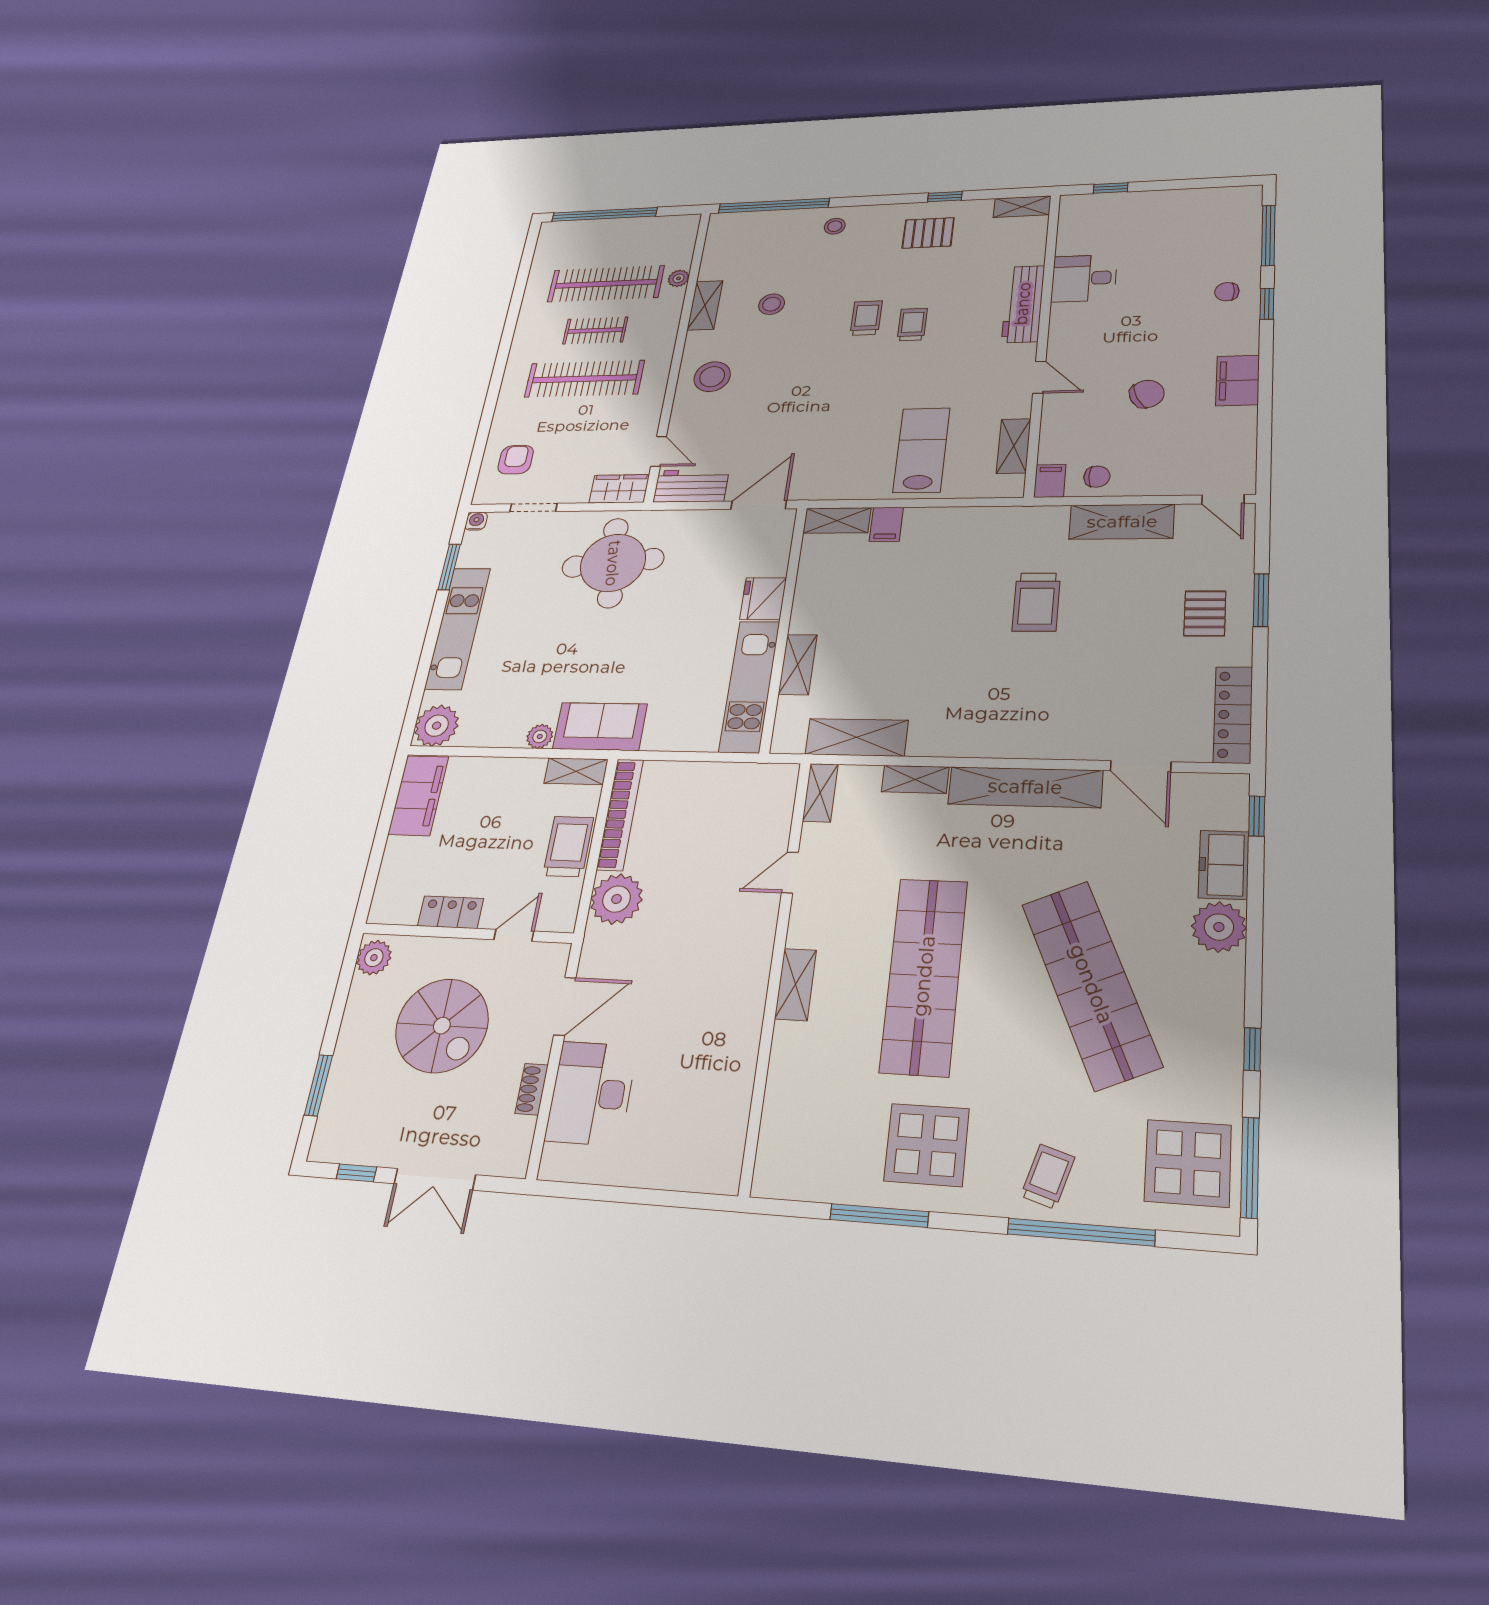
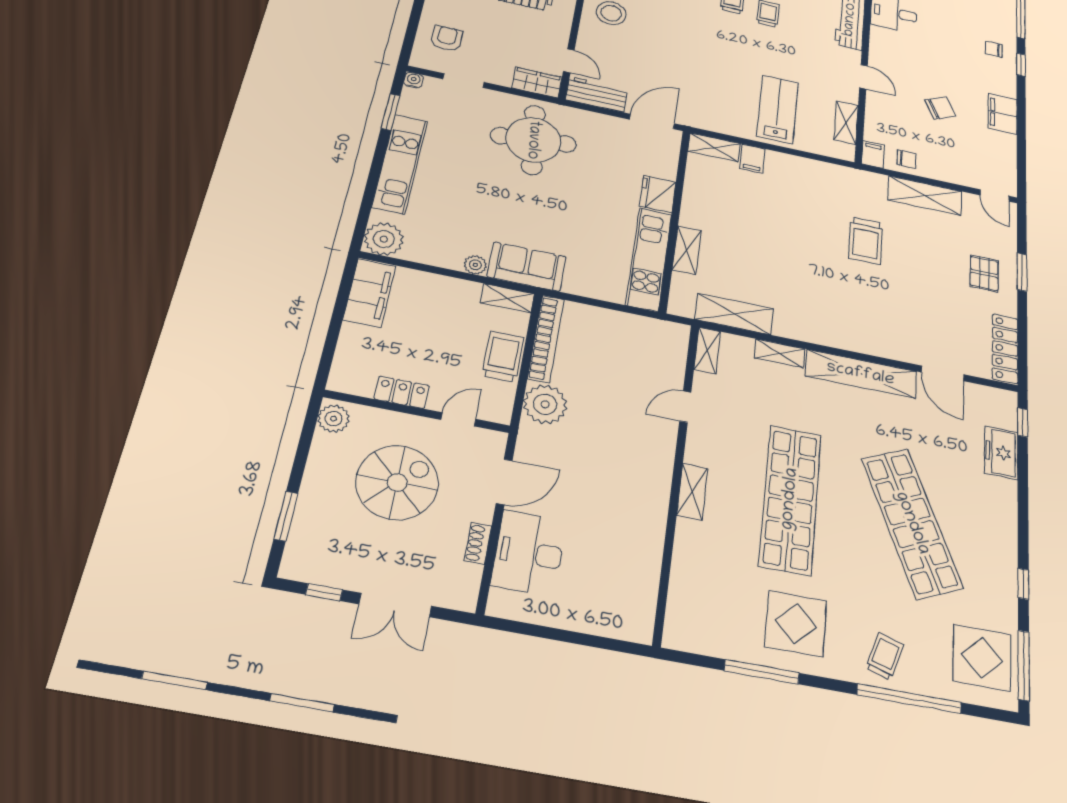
plant: (1219, 927) -> (999, 496), removed
spiral stairs: (442, 1026) -> (397, 482), turned -90

